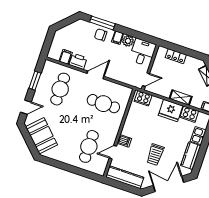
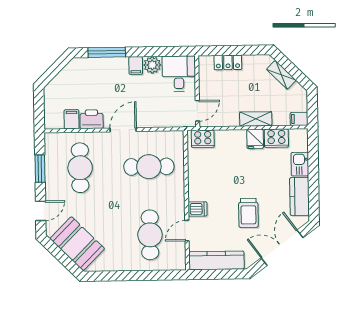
chair: (101, 35) -> (110, 70), removed
fridge: (171, 110) -> (255, 139), width x0.53, depth x0.75

